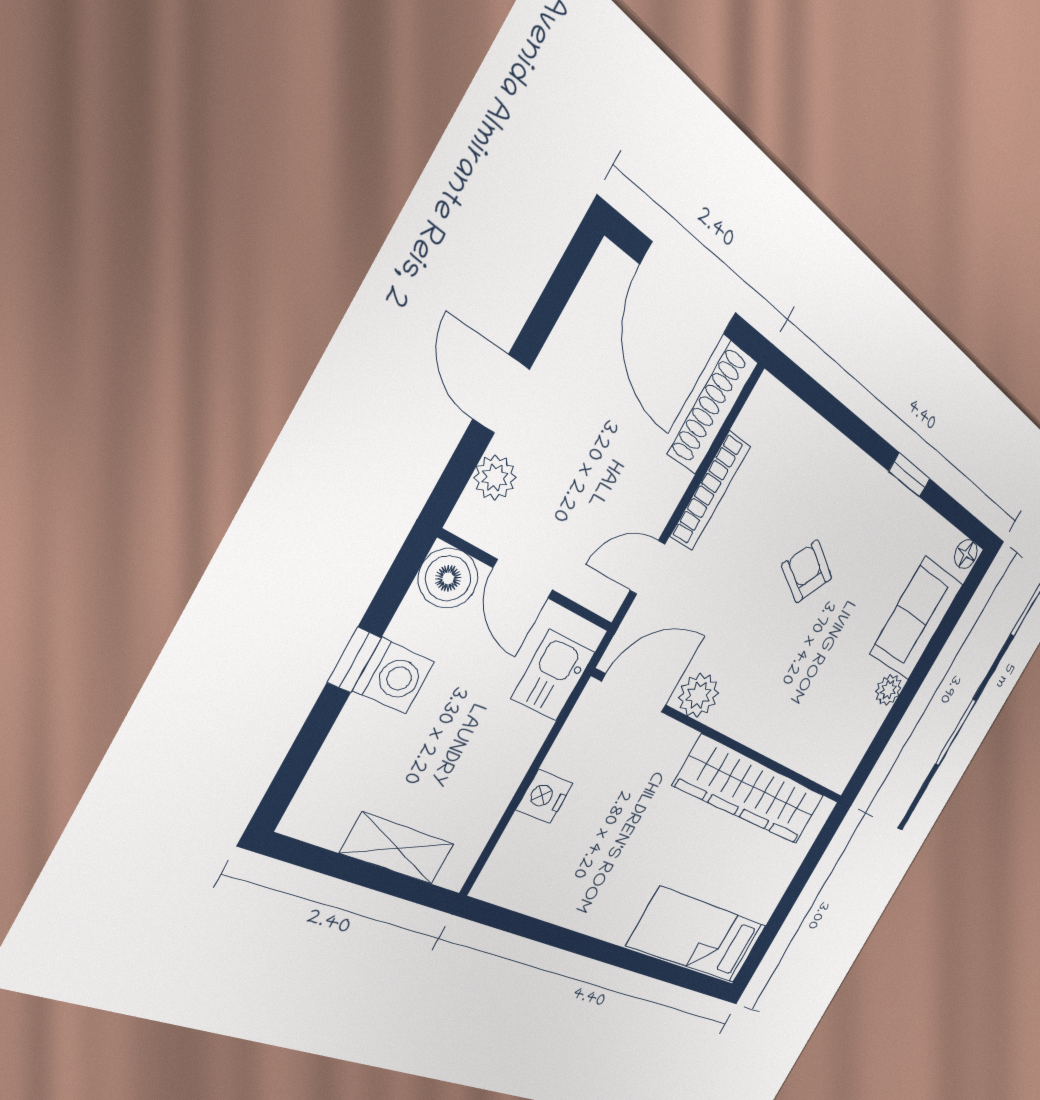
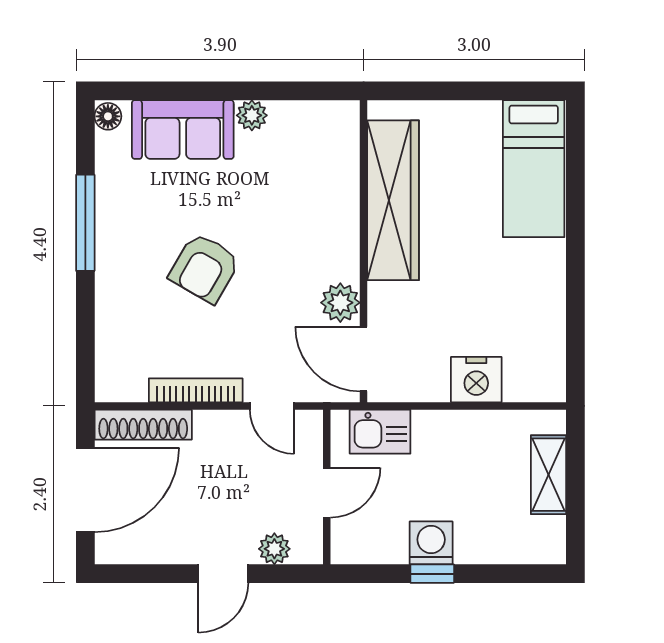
window: (909, 475) -> (85, 223), width x2.17
armchair: (807, 571) -> (204, 268), width x1.38, depth x1.38
boiler: (448, 578) -> (352, 543), removed
nightstand: (544, 797) -> (476, 380), width x1.36, depth x1.33

